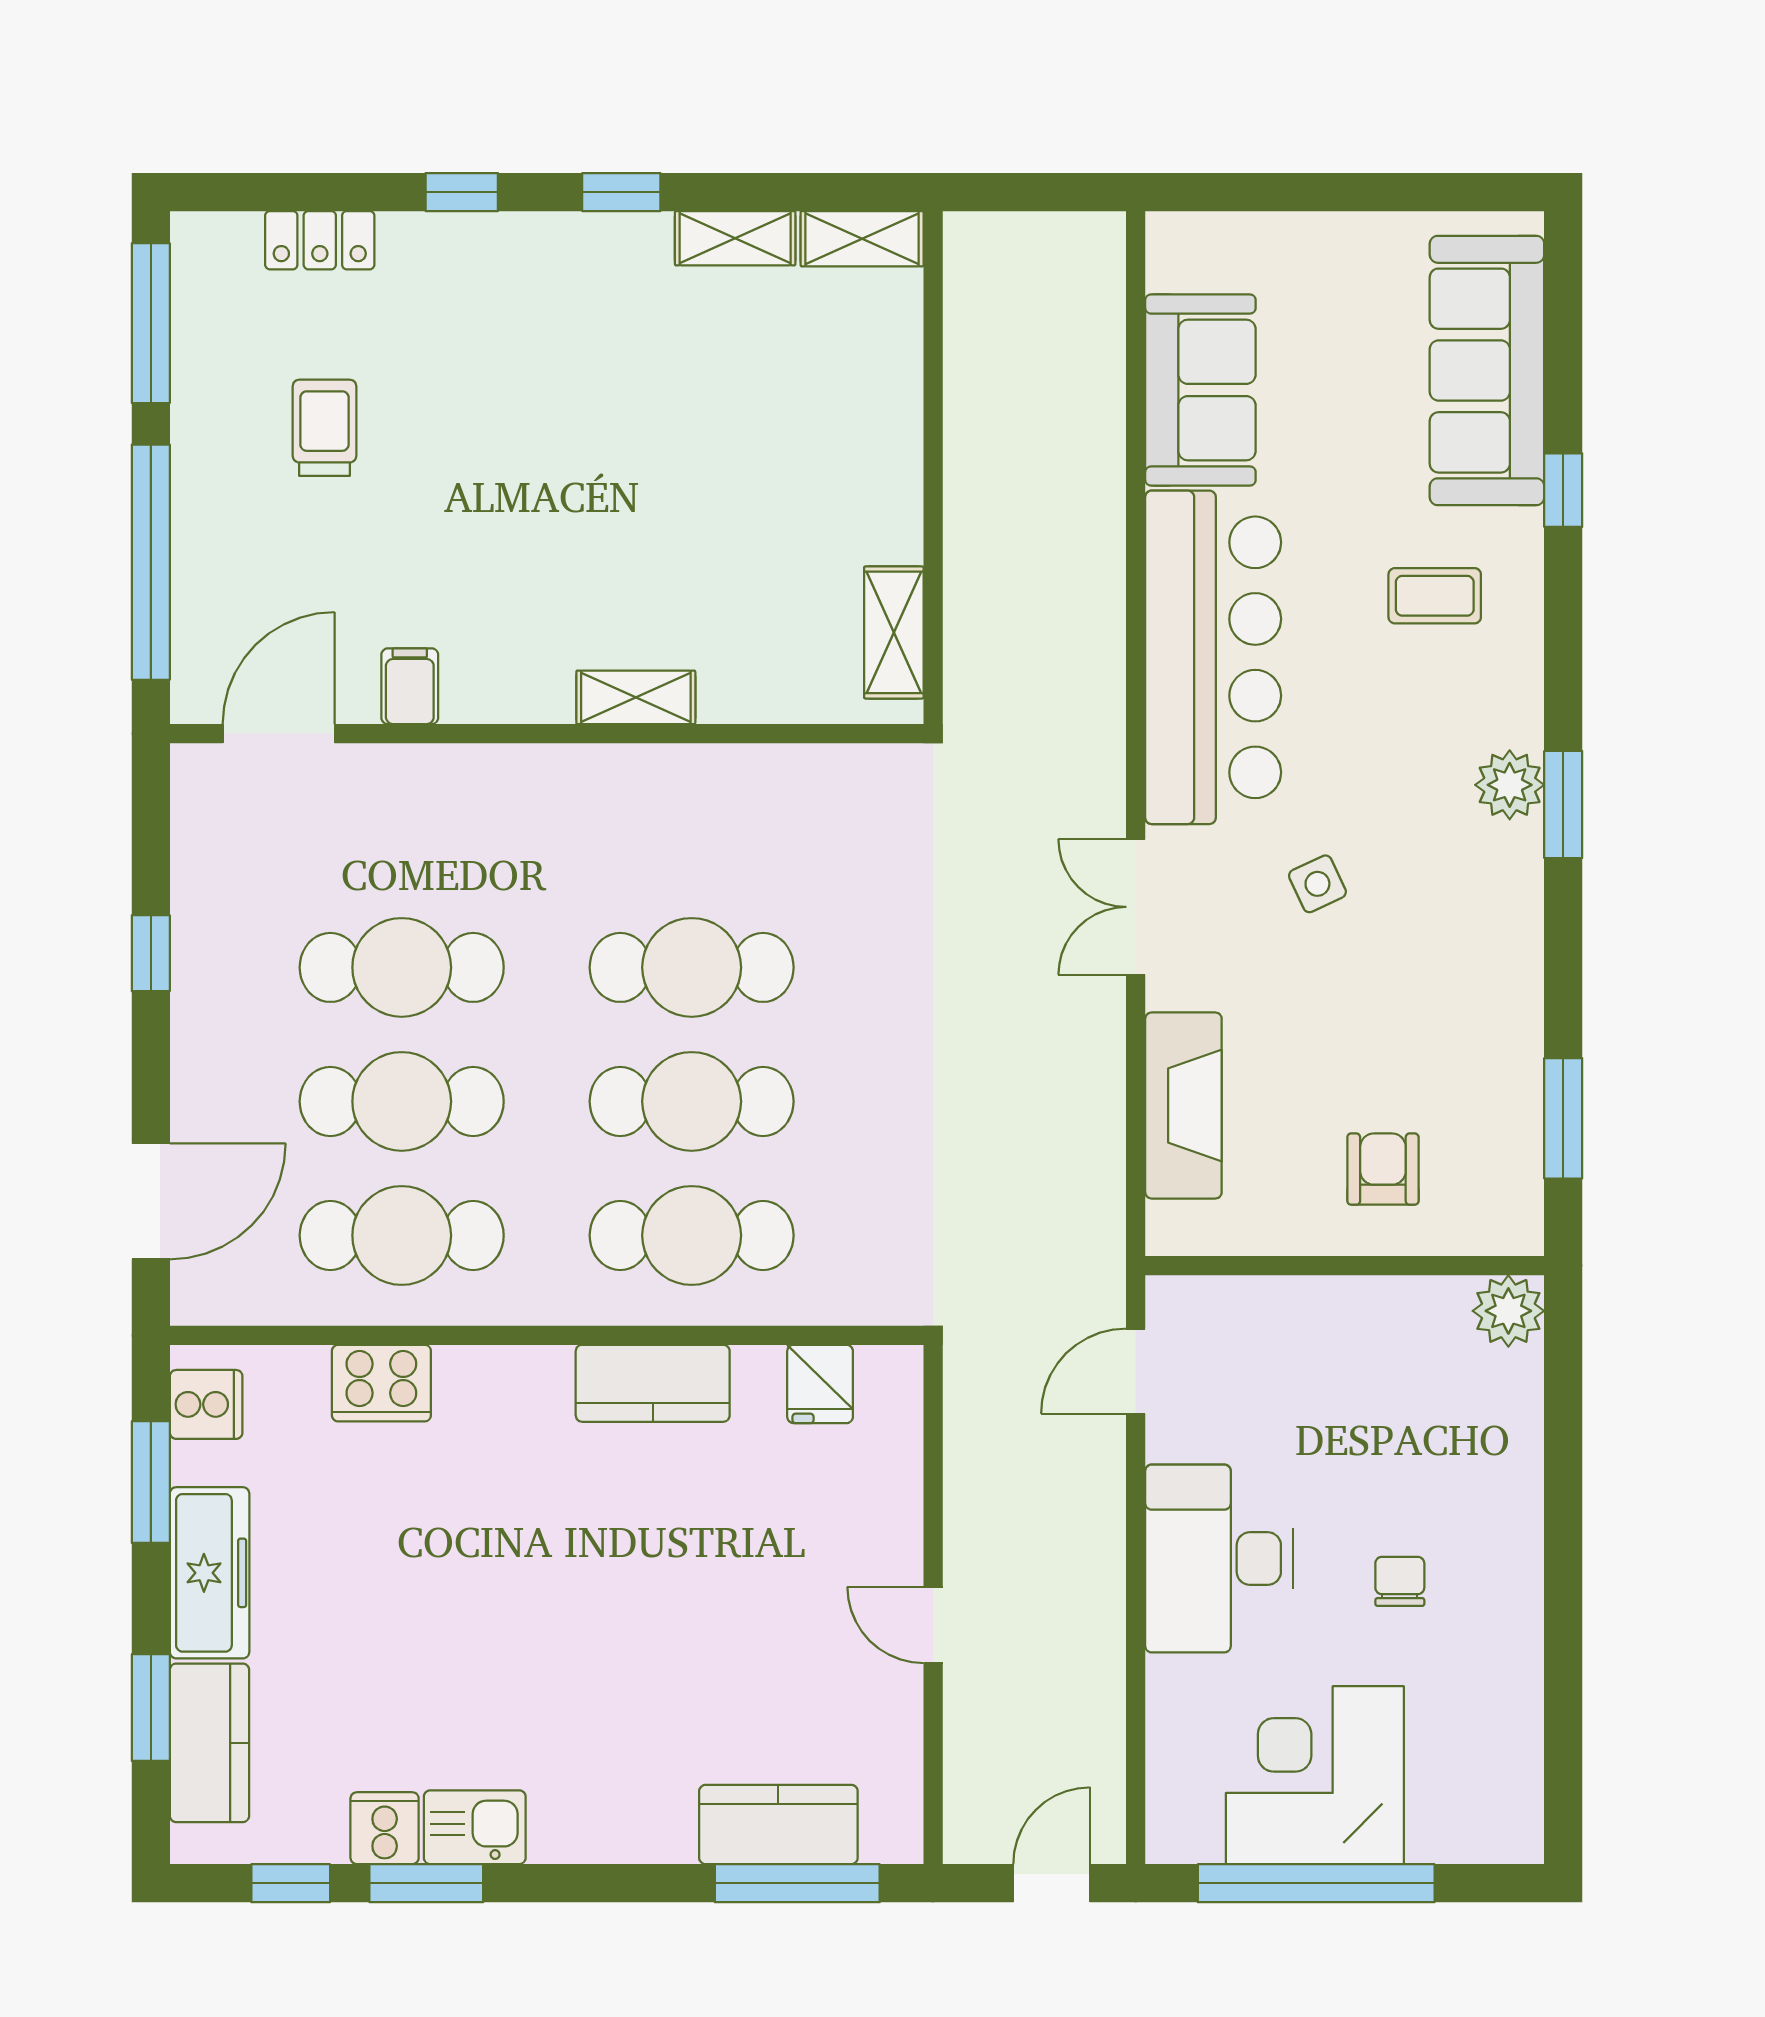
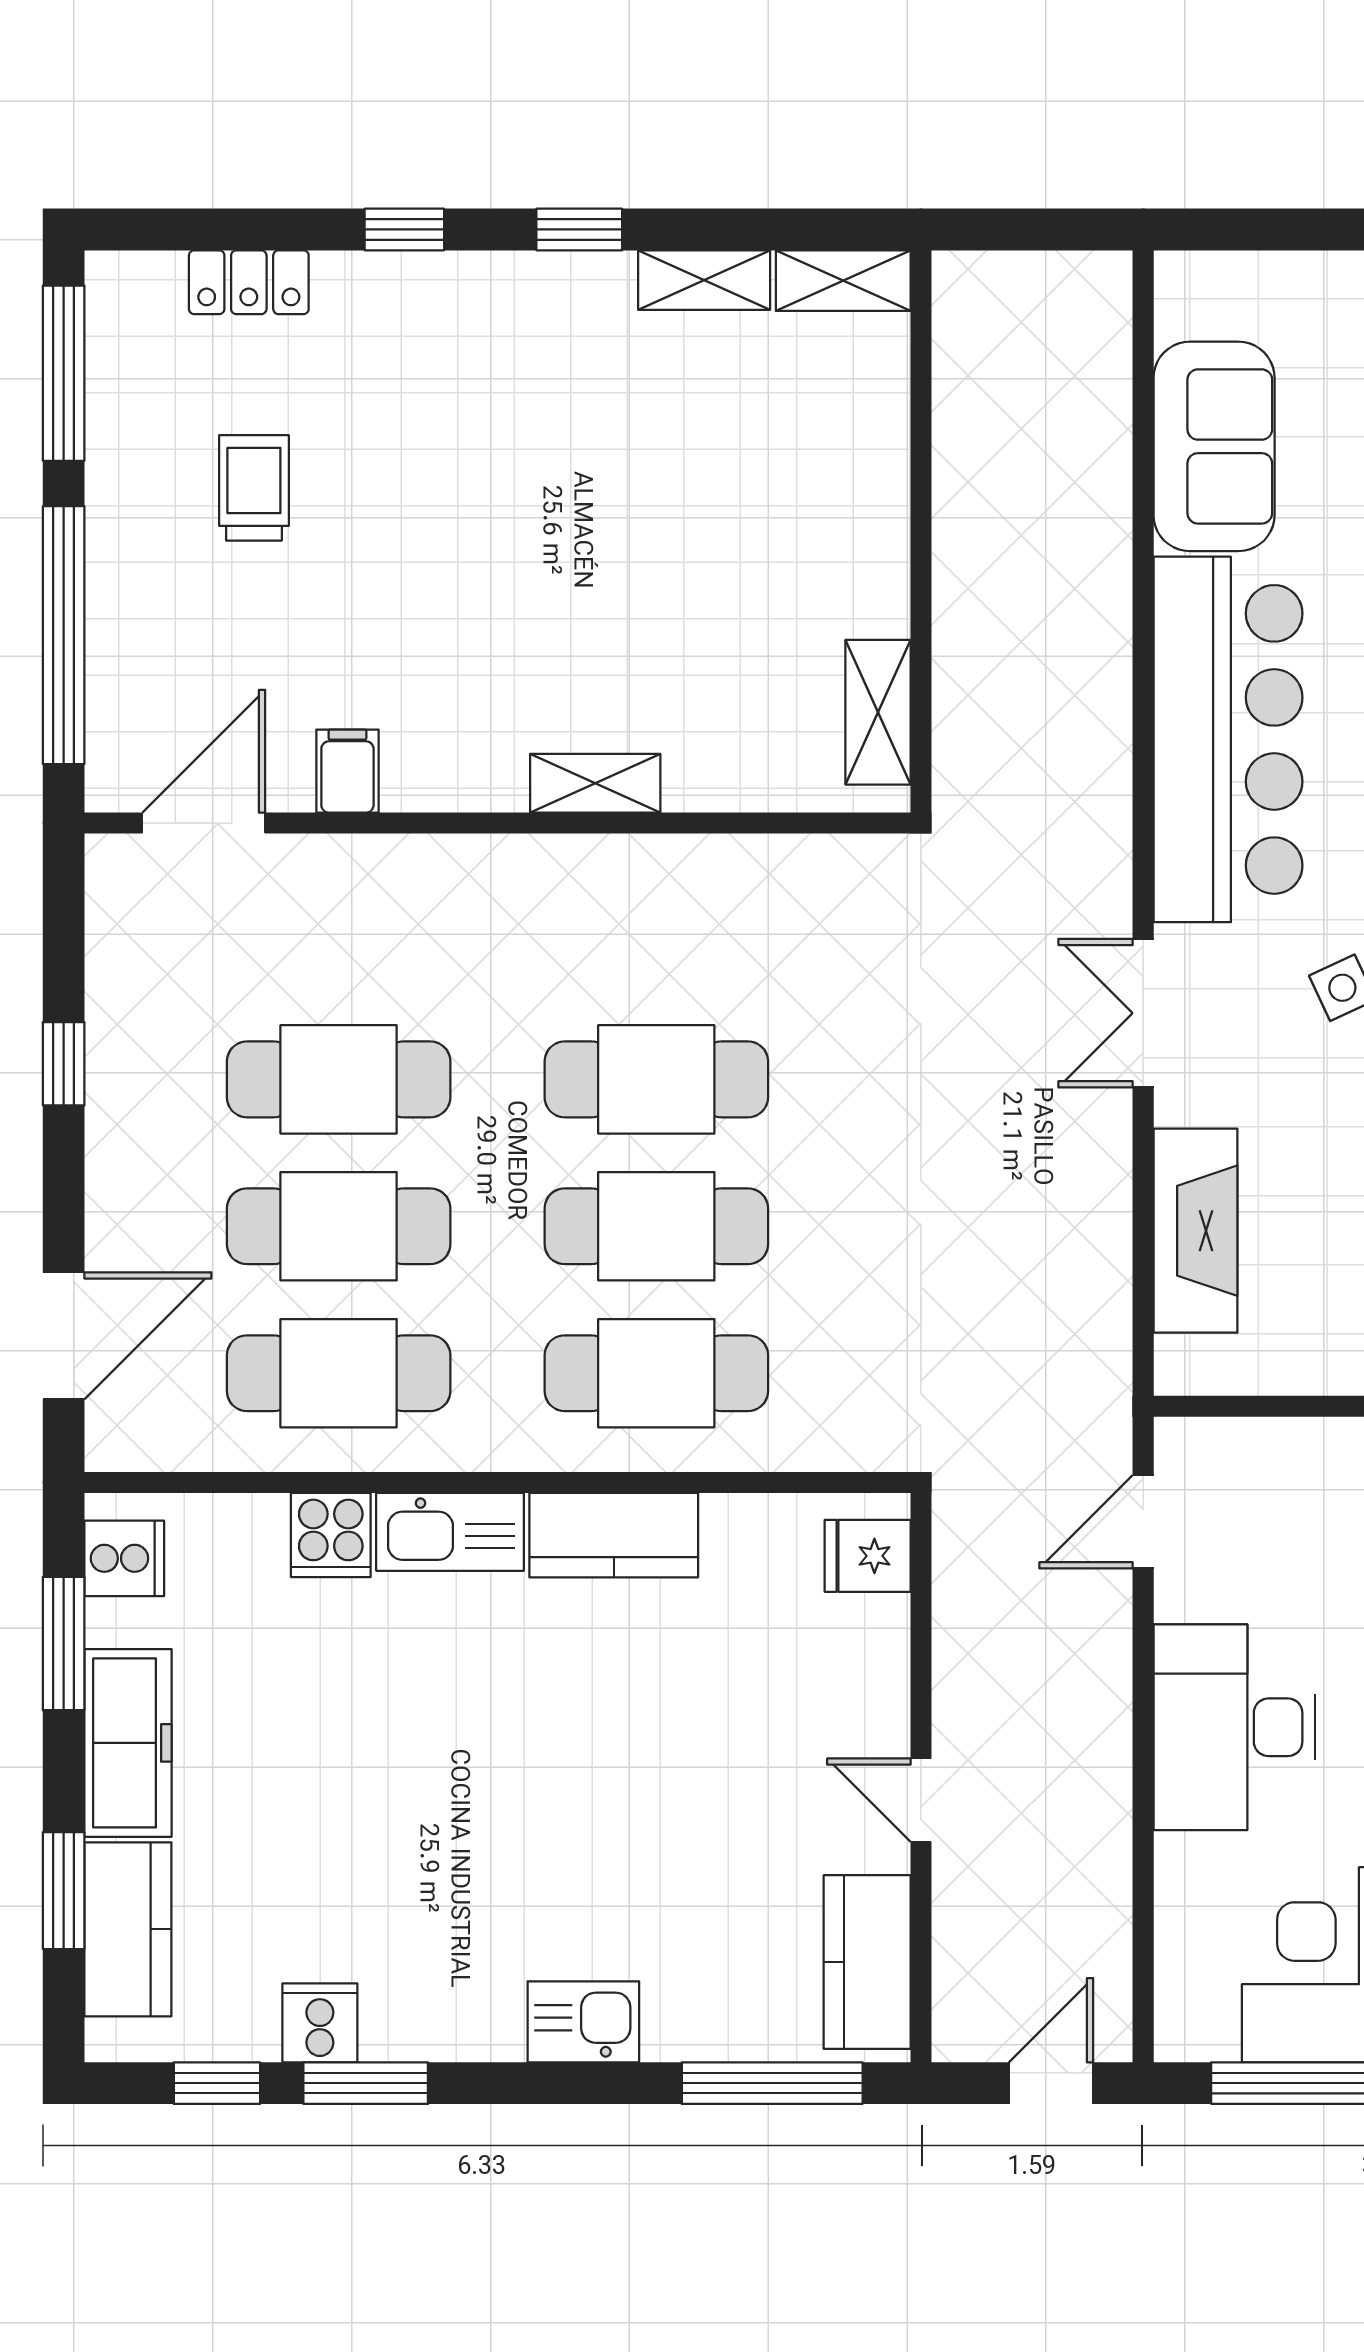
kitchen sink: (503, 1380) -> (450, 1532), added
cooker: (381, 1383) -> (331, 1535), width x0.73
fridge: (820, 1384) -> (868, 1556), moved, turned 90
kitchen counter: (778, 1825) -> (867, 1962), moved, turned -90
kitchen sink: (475, 1827) -> (583, 2022), moved

